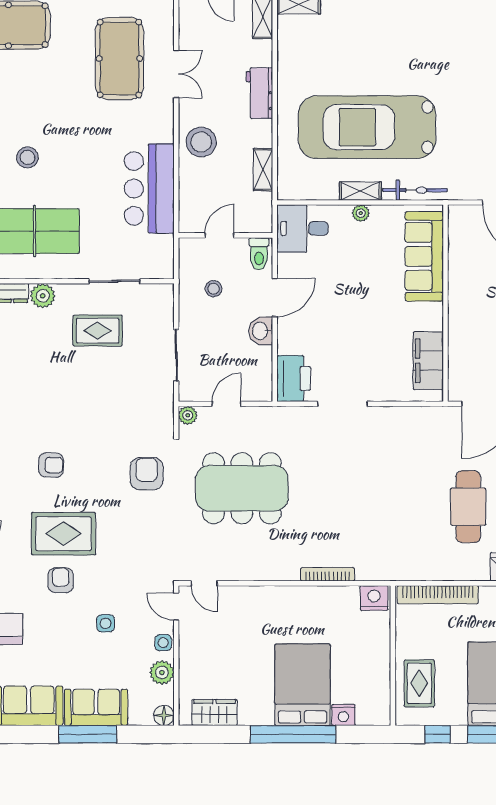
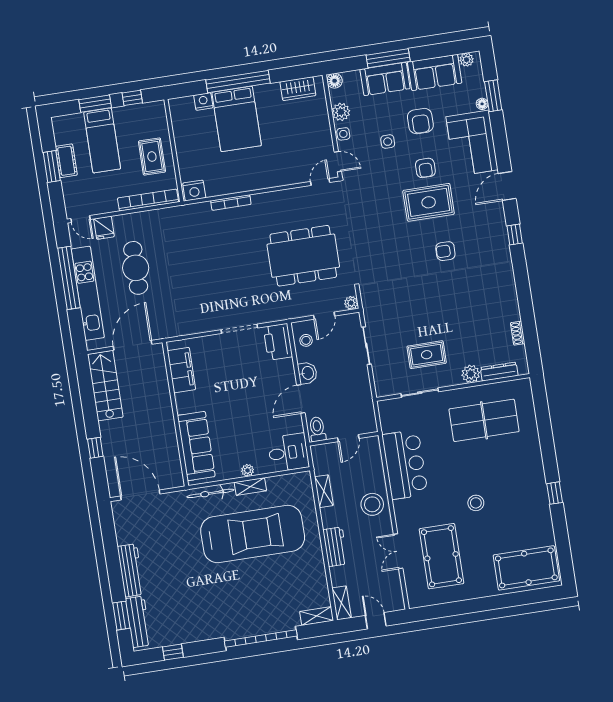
stool: (27, 157) -> (476, 503), moved
stool: (214, 289) -> (306, 340), moved
armchair: (147, 474) -> (420, 121), moved
door: (204, 583) -> (320, 182), hinge flipped
rug: (419, 683) -> (152, 157), moved

